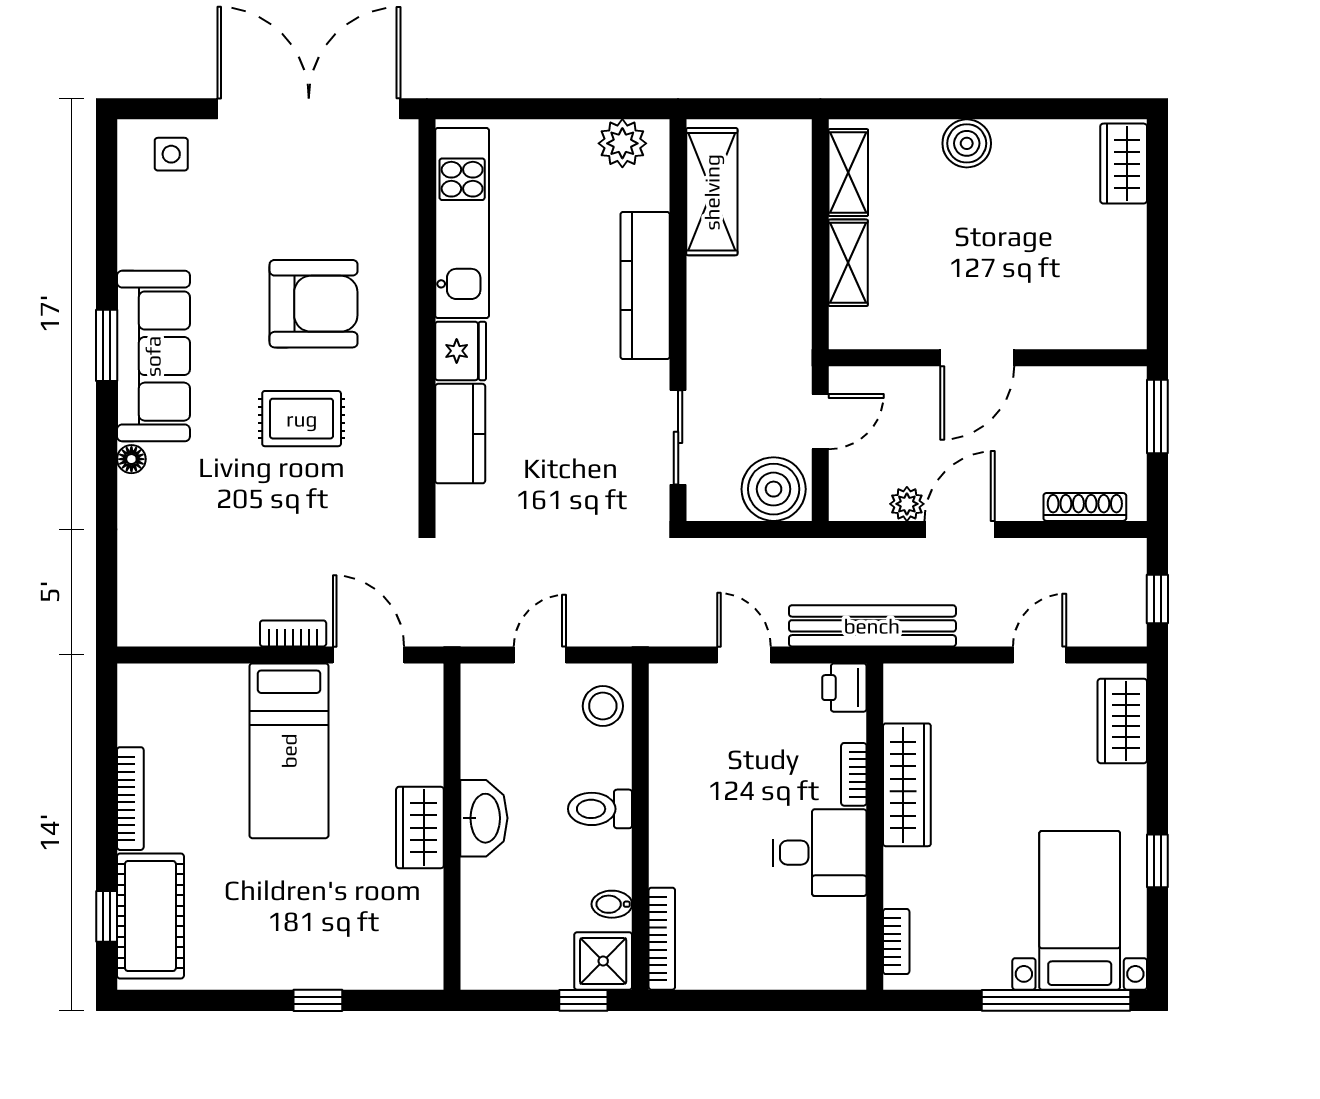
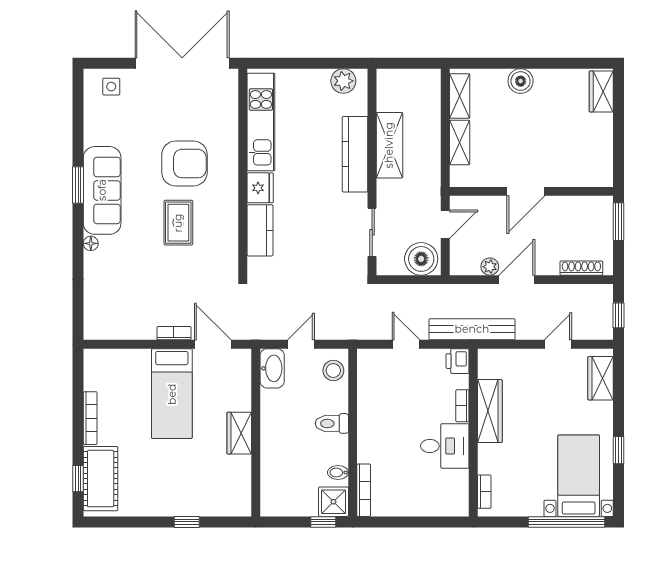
shelving: (712, 192) -> (389, 145), moved
rug: (302, 419) -> (178, 223), turned 90
washbasin: (484, 818) -> (272, 368), moved

